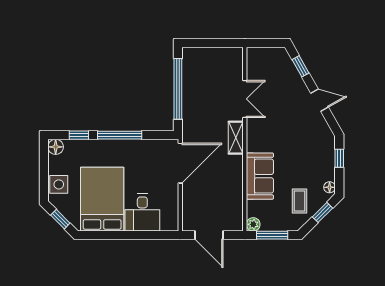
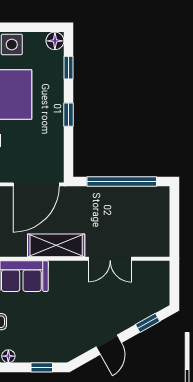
window: (120, 135) -> (68, 115), width x0.46
shelving: (236, 138) -> (56, 245), width x1.50, depth x1.33
door: (180, 163) -> (36, 184), hinge flipped

